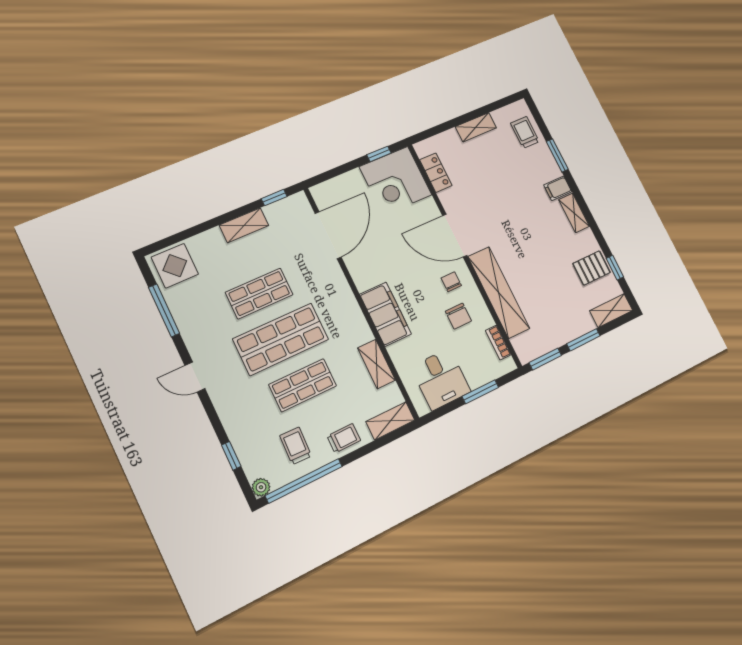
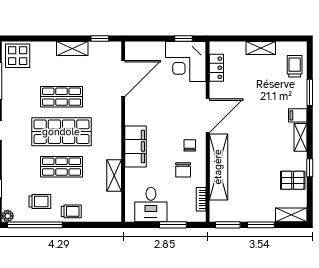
door: (455, 236) -> (208, 116), swing flipped
window: (615, 268) -> (310, 168), moved
shelving: (390, 421) -> (106, 215), removed
trolley: (296, 446) -> (40, 202), turned 88

